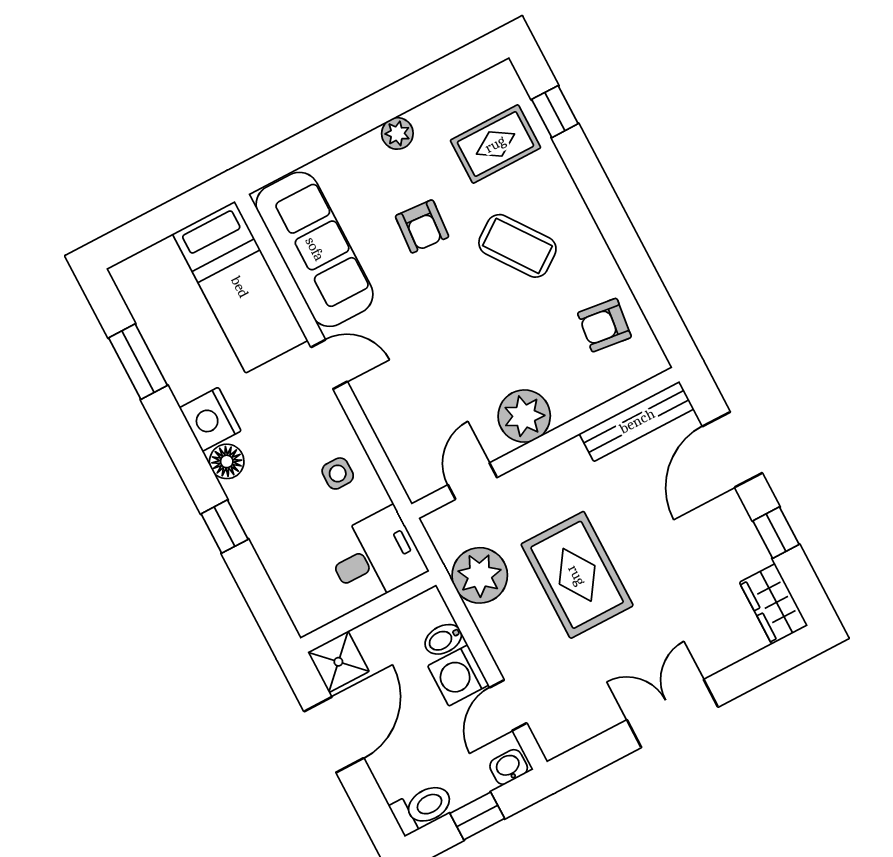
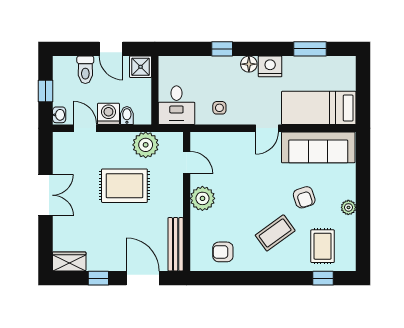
armchair: (422, 226) -> (304, 197), turned -112
armchair: (604, 325) -> (223, 252), turned -97
door: (334, 735) -> (111, 49), width x0.73
toilet: (422, 808) -> (85, 70), moved

